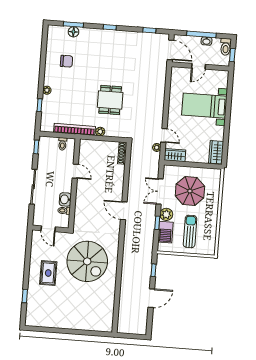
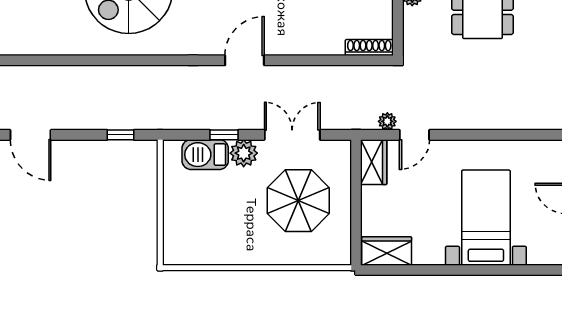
sun lounger: (190, 231) -> (211, 208), removed
door: (151, 298) -> (31, 135), moved

